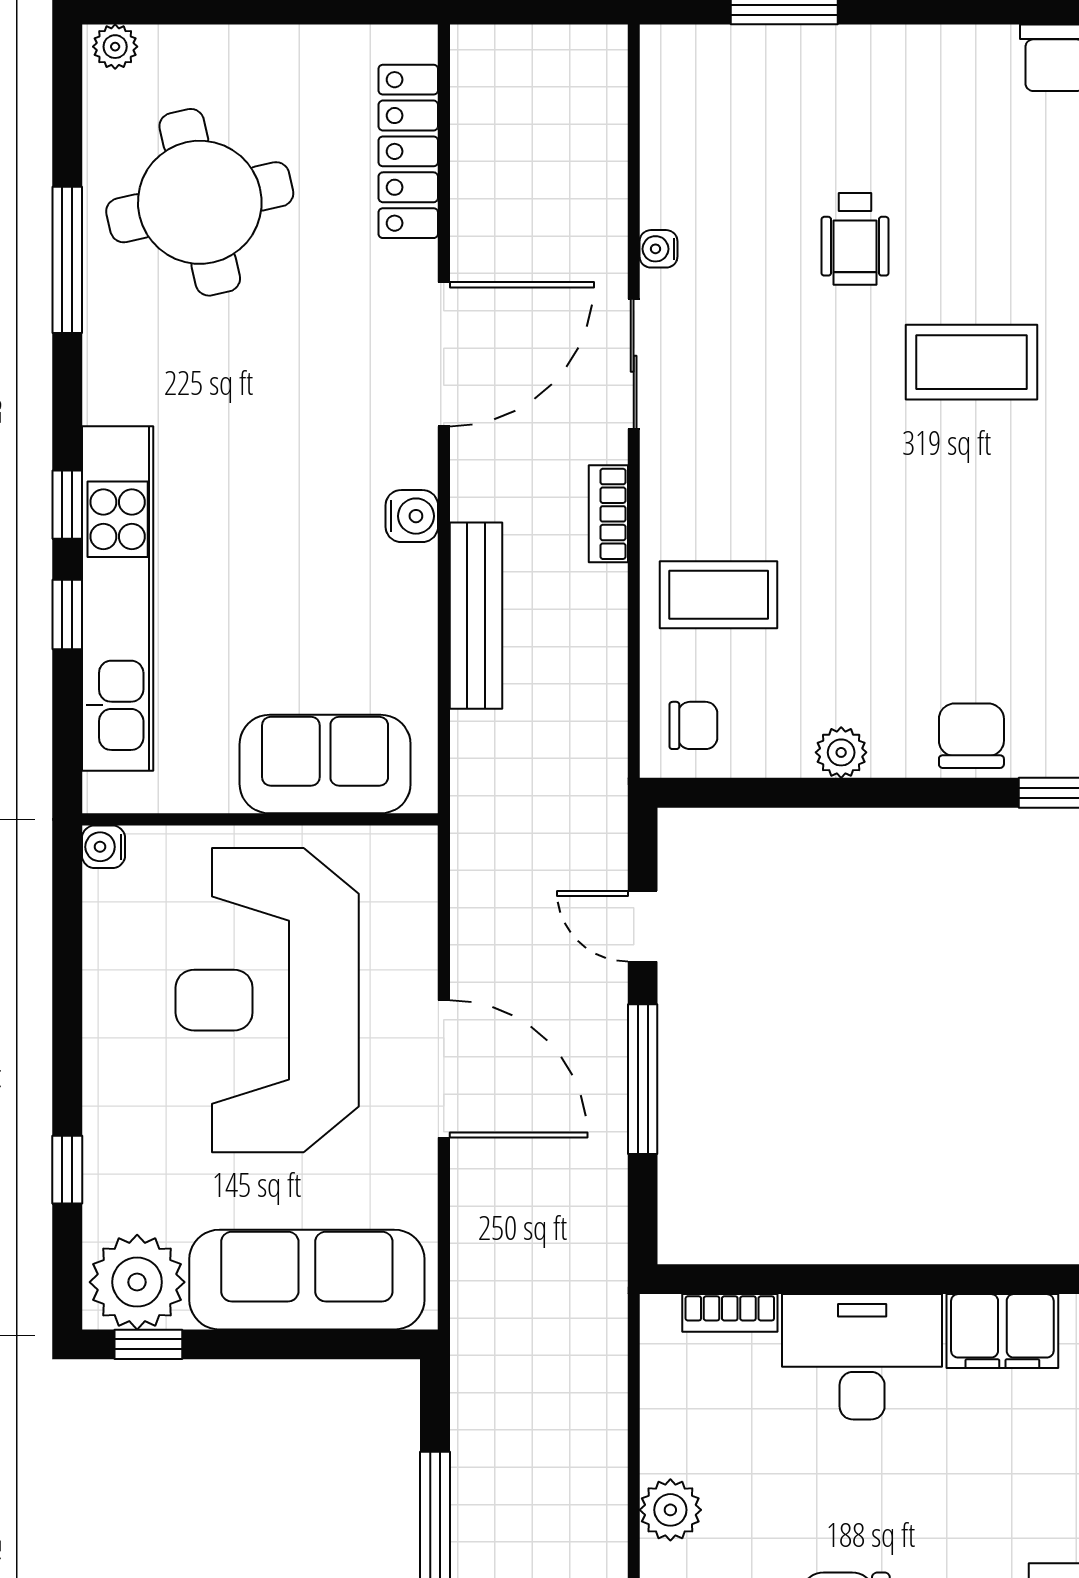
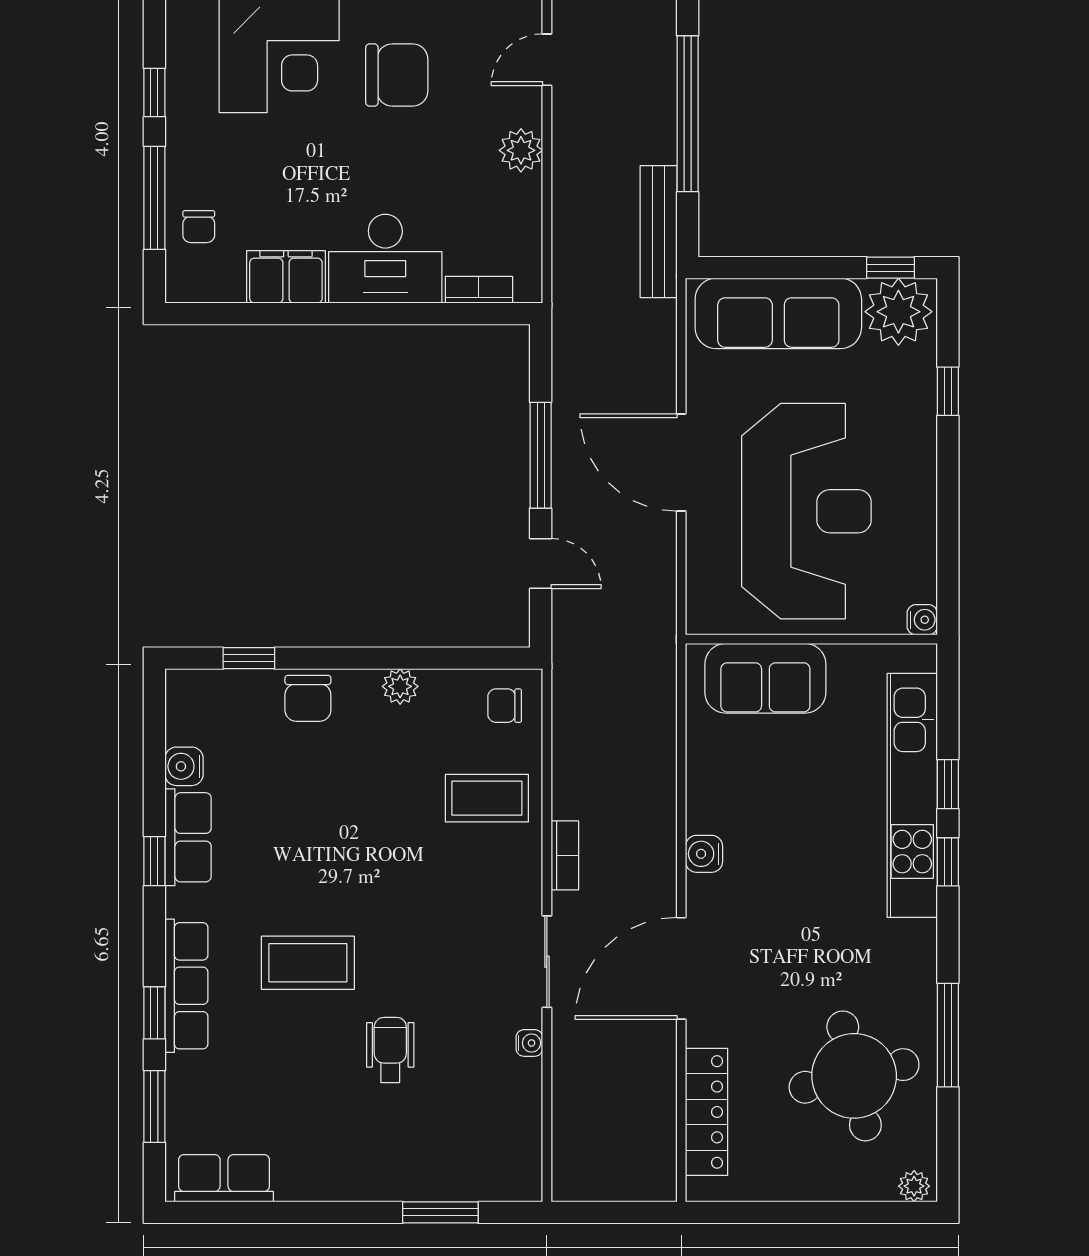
bench: (476, 616) -> (659, 232), moved

